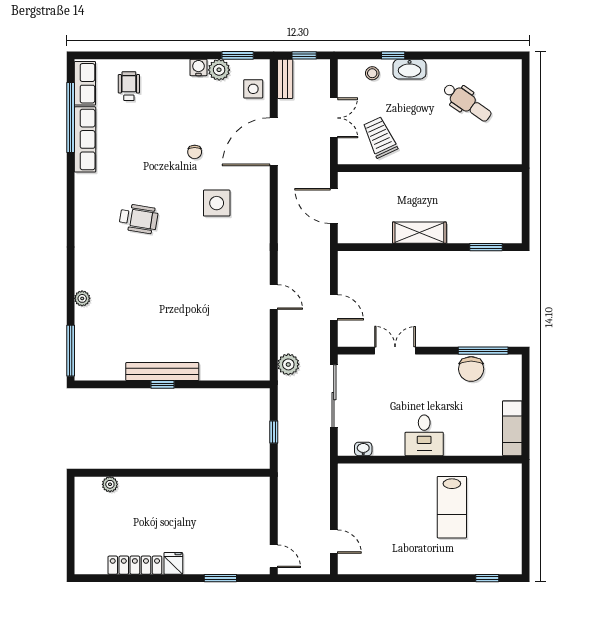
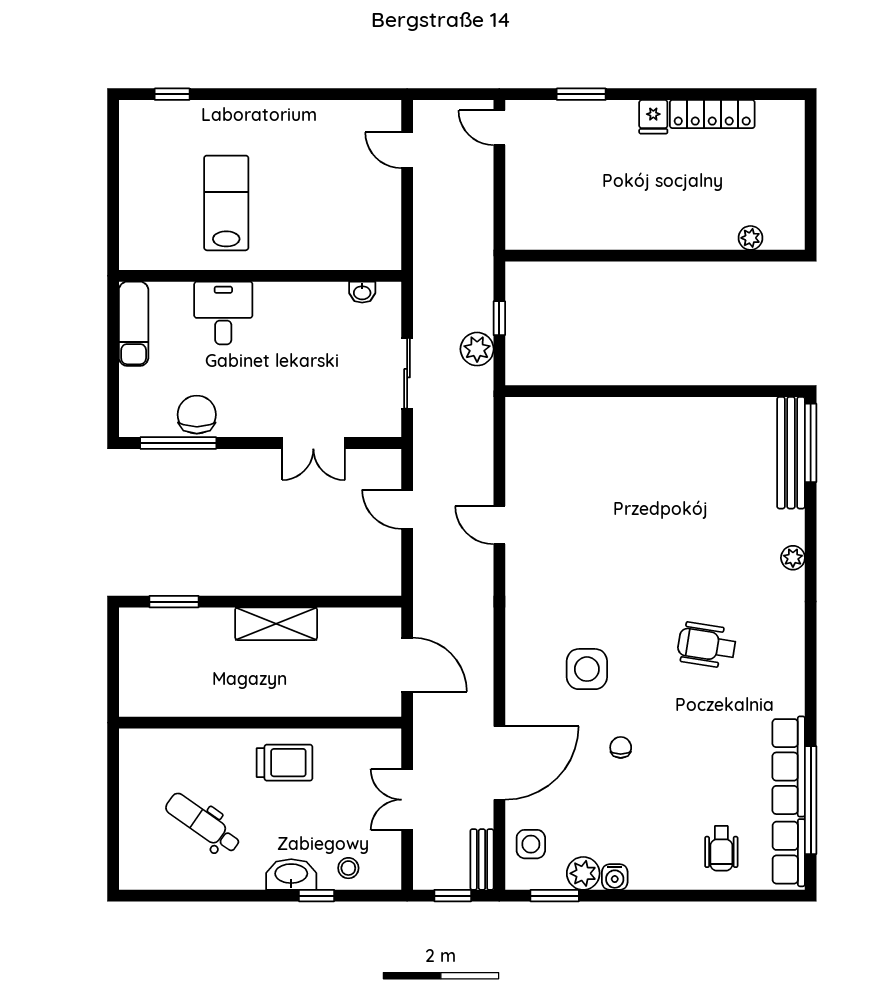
trolley: (380, 137) -> (285, 763), moved, turned -65
plant: (82, 298) -> (793, 558), moved
plant: (288, 364) -> (477, 349), moved
bench: (162, 372) -> (791, 453), moved, turned 90
window: (163, 384) -> (670, 391), removed
sliding door: (334, 396) -> (407, 373), width x0.73
desk: (424, 435) -> (223, 313), moved

